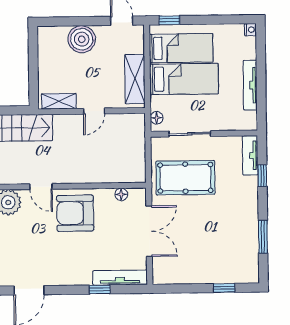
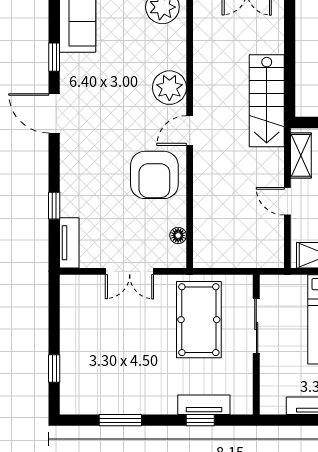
floor lamp: (157, 118) -> (278, 283), removed
tv unit: (250, 155) -> (204, 405), moved
armchair: (75, 213) -> (154, 175), turned 180
double door: (149, 231) -> (130, 271), width x0.73
tv unit: (120, 278) -> (69, 243), width x0.71

